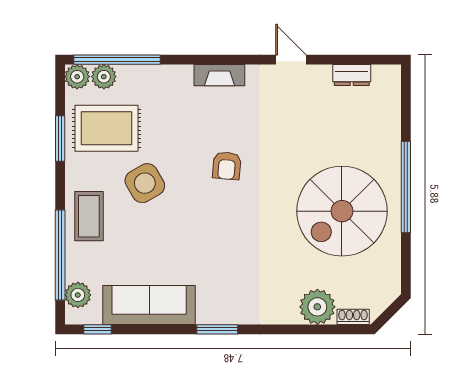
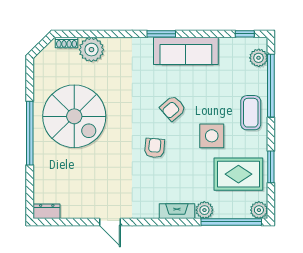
fireplace: (219, 75) -> (177, 211), moved
dresser: (352, 75) -> (47, 211), moved
plant: (104, 77) -> (204, 210), moved
side table: (145, 183) -> (212, 136), turned 30
spiral stairs: (342, 211) -> (74, 116), turned 90
armchair: (201, 223) -> (173, 108), added
sofa: (149, 305) -> (186, 51), moved

